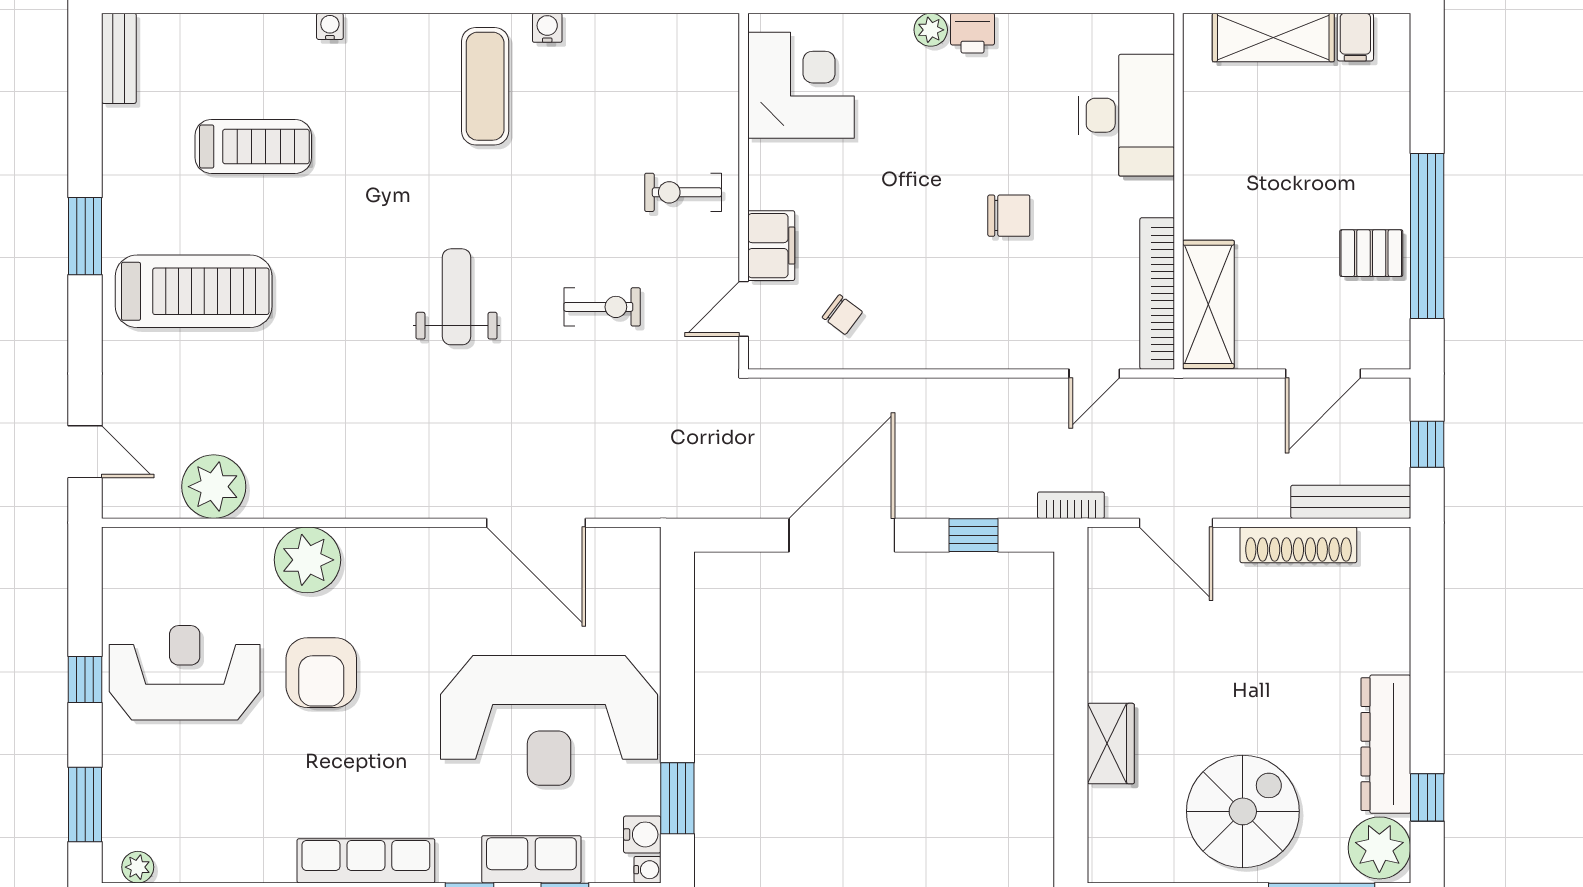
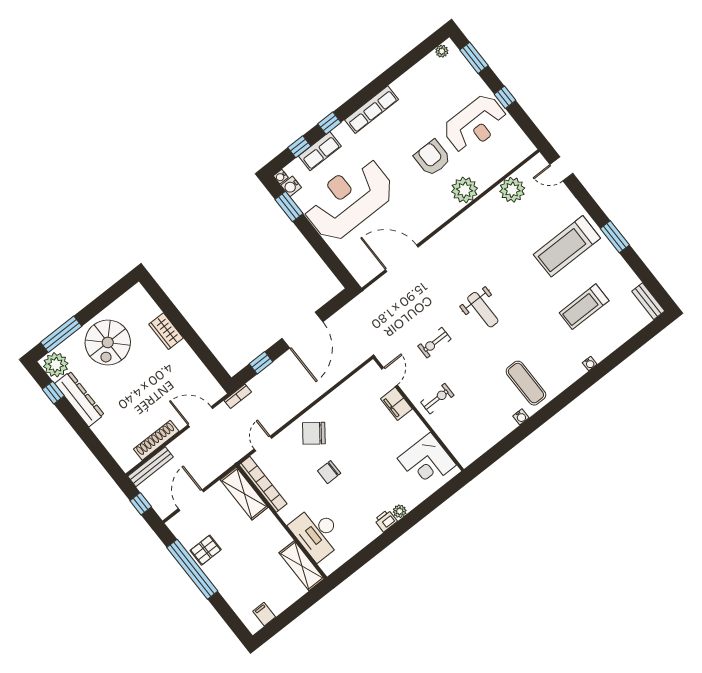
shelving: (1273, 37) -> (302, 566), moved, turned 90
chair: (842, 315) -> (314, 433), moved, width x1.87, depth x1.87

